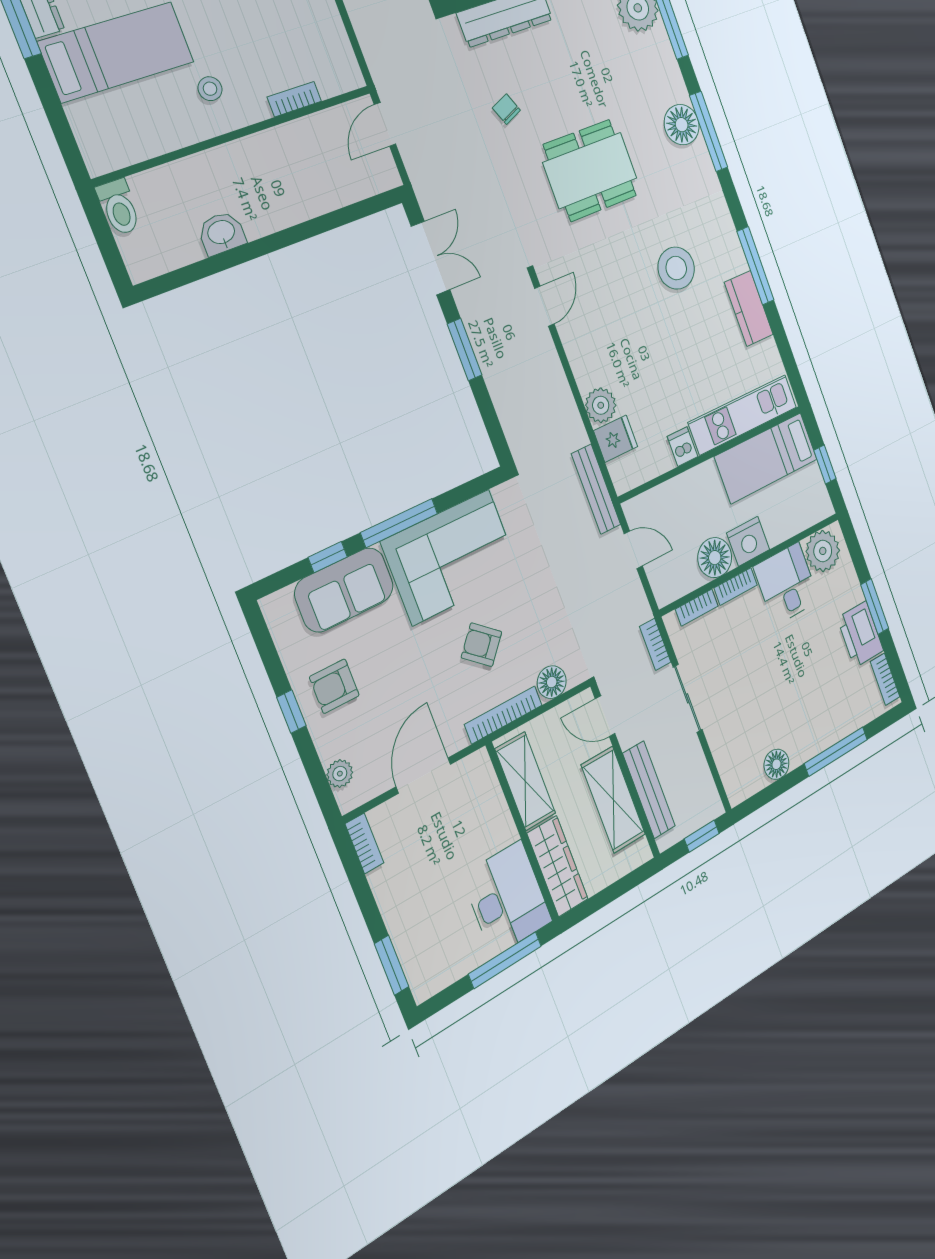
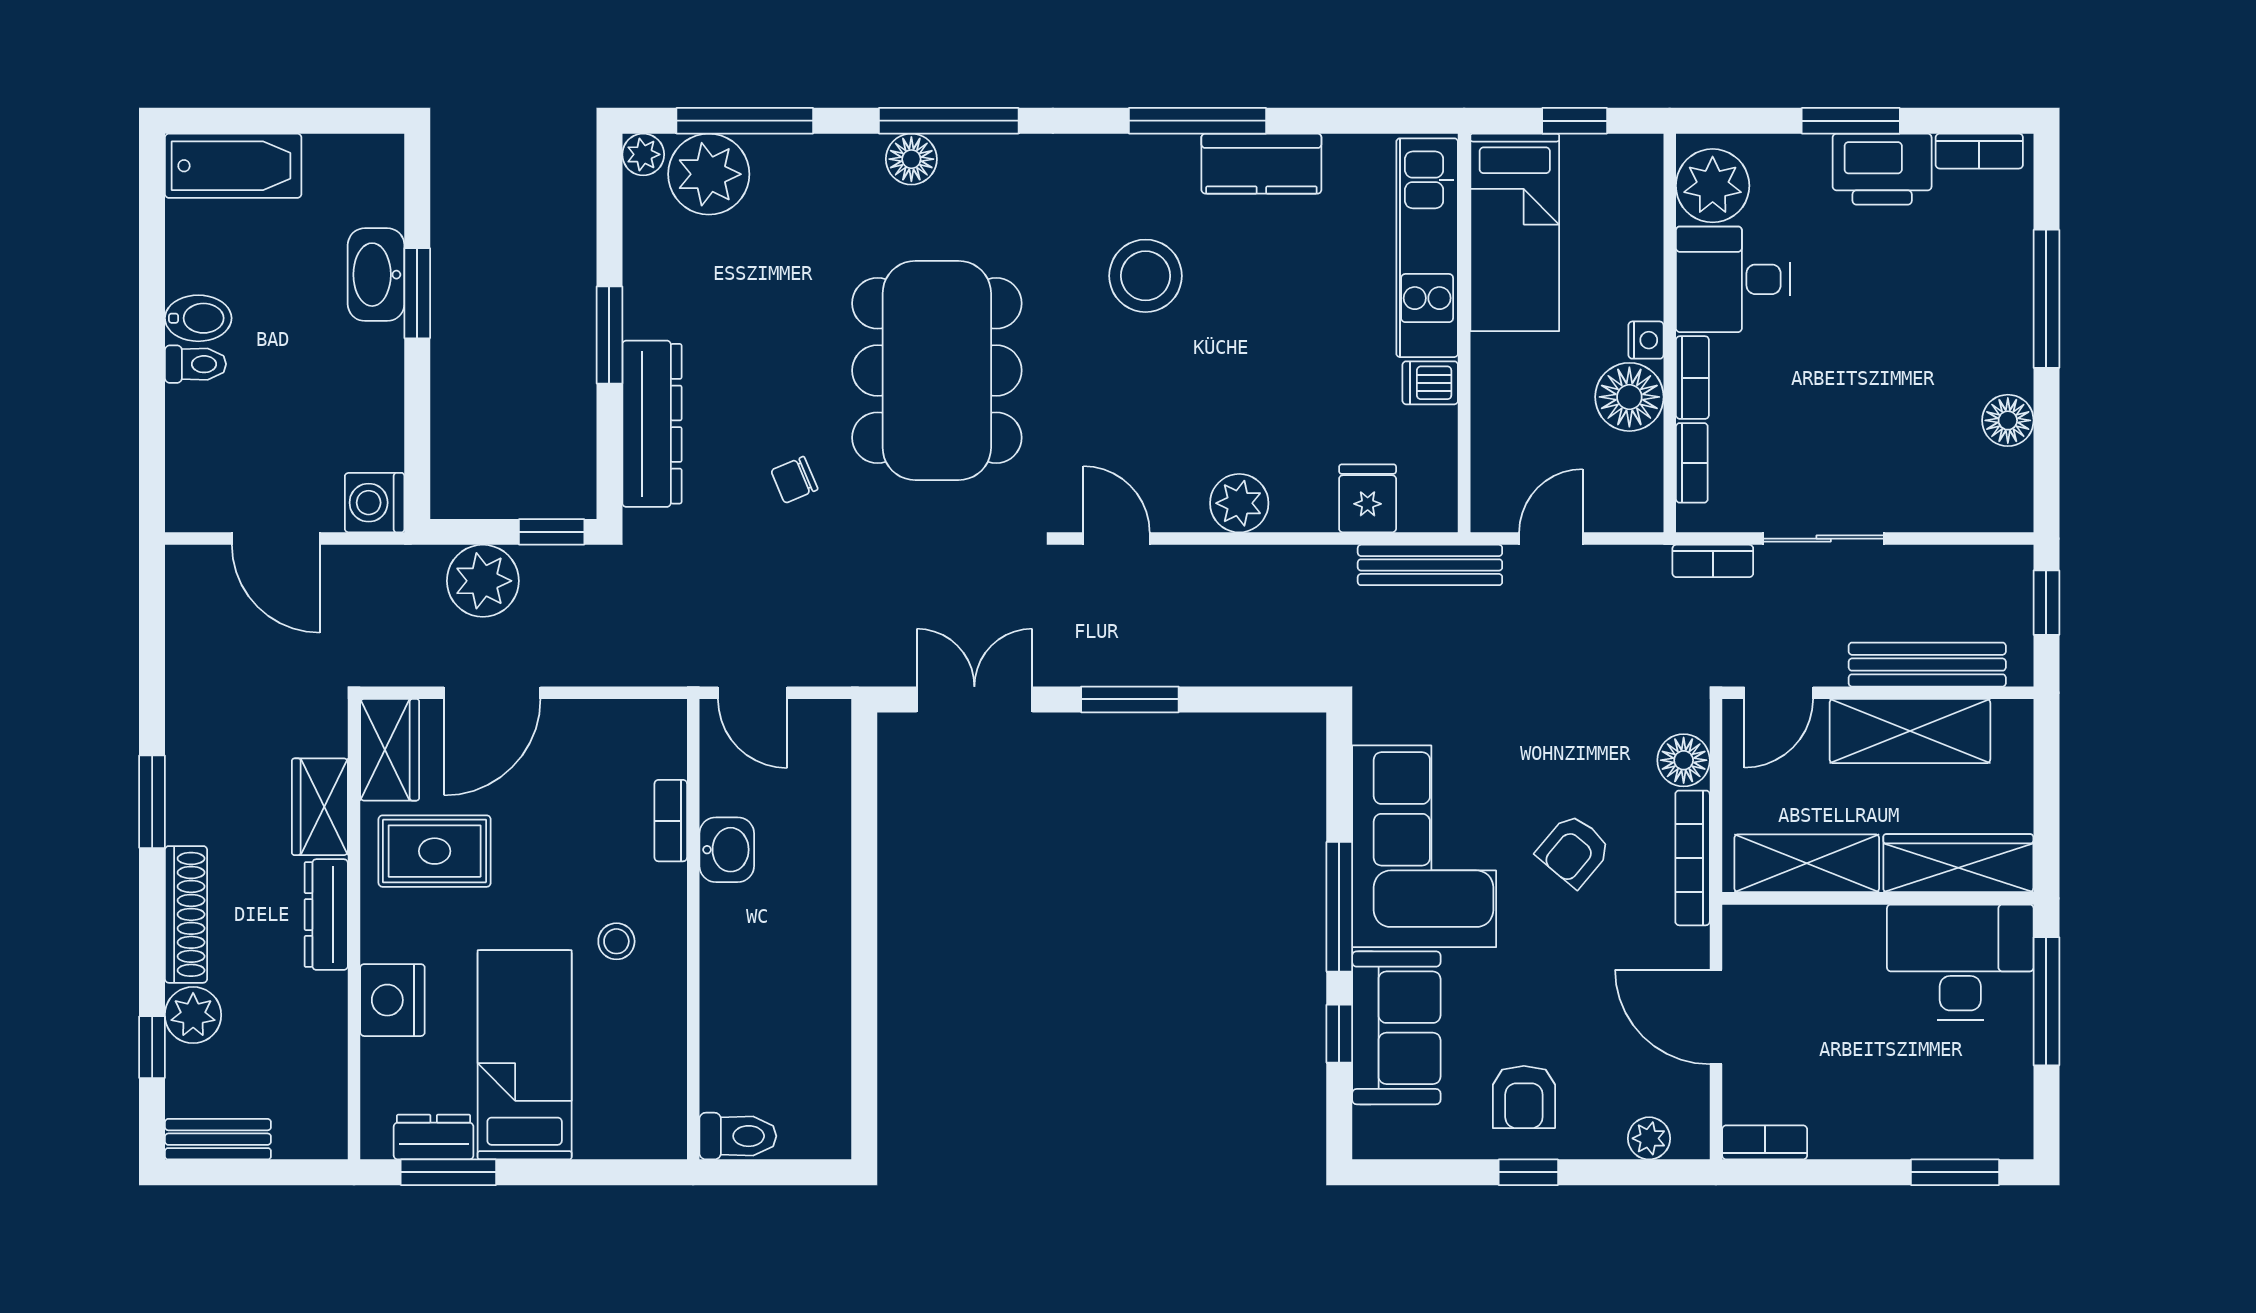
floor lamp: (682, 125) -> (911, 159), width x0.73, depth x0.73
dining table: (590, 170) -> (937, 370), width x1.36, depth x1.24
washbasin: (222, 233) -> (727, 850), moved, turned 180
plant: (601, 405) -> (1239, 503), moved
nightstand: (748, 541) -> (1646, 340), width x0.53, depth x0.56

